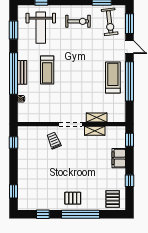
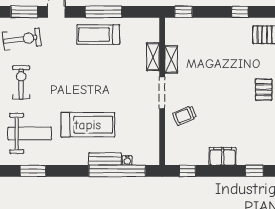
treadmill: (47, 70) -> (88, 125), width x1.37, depth x1.38
bench: (22, 72) -> (105, 159), moved
window: (13, 73) -> (117, 171), moved
window: (129, 81) -> (104, 12), width x0.68
filing cabinet: (119, 158) -> (223, 156), moved, turned 180

